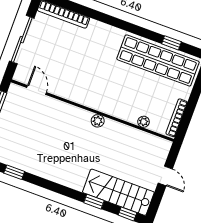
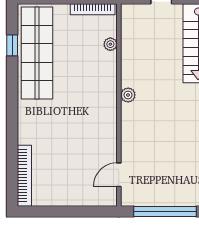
sliding door: (22, 40) -> (69, 211), removed

